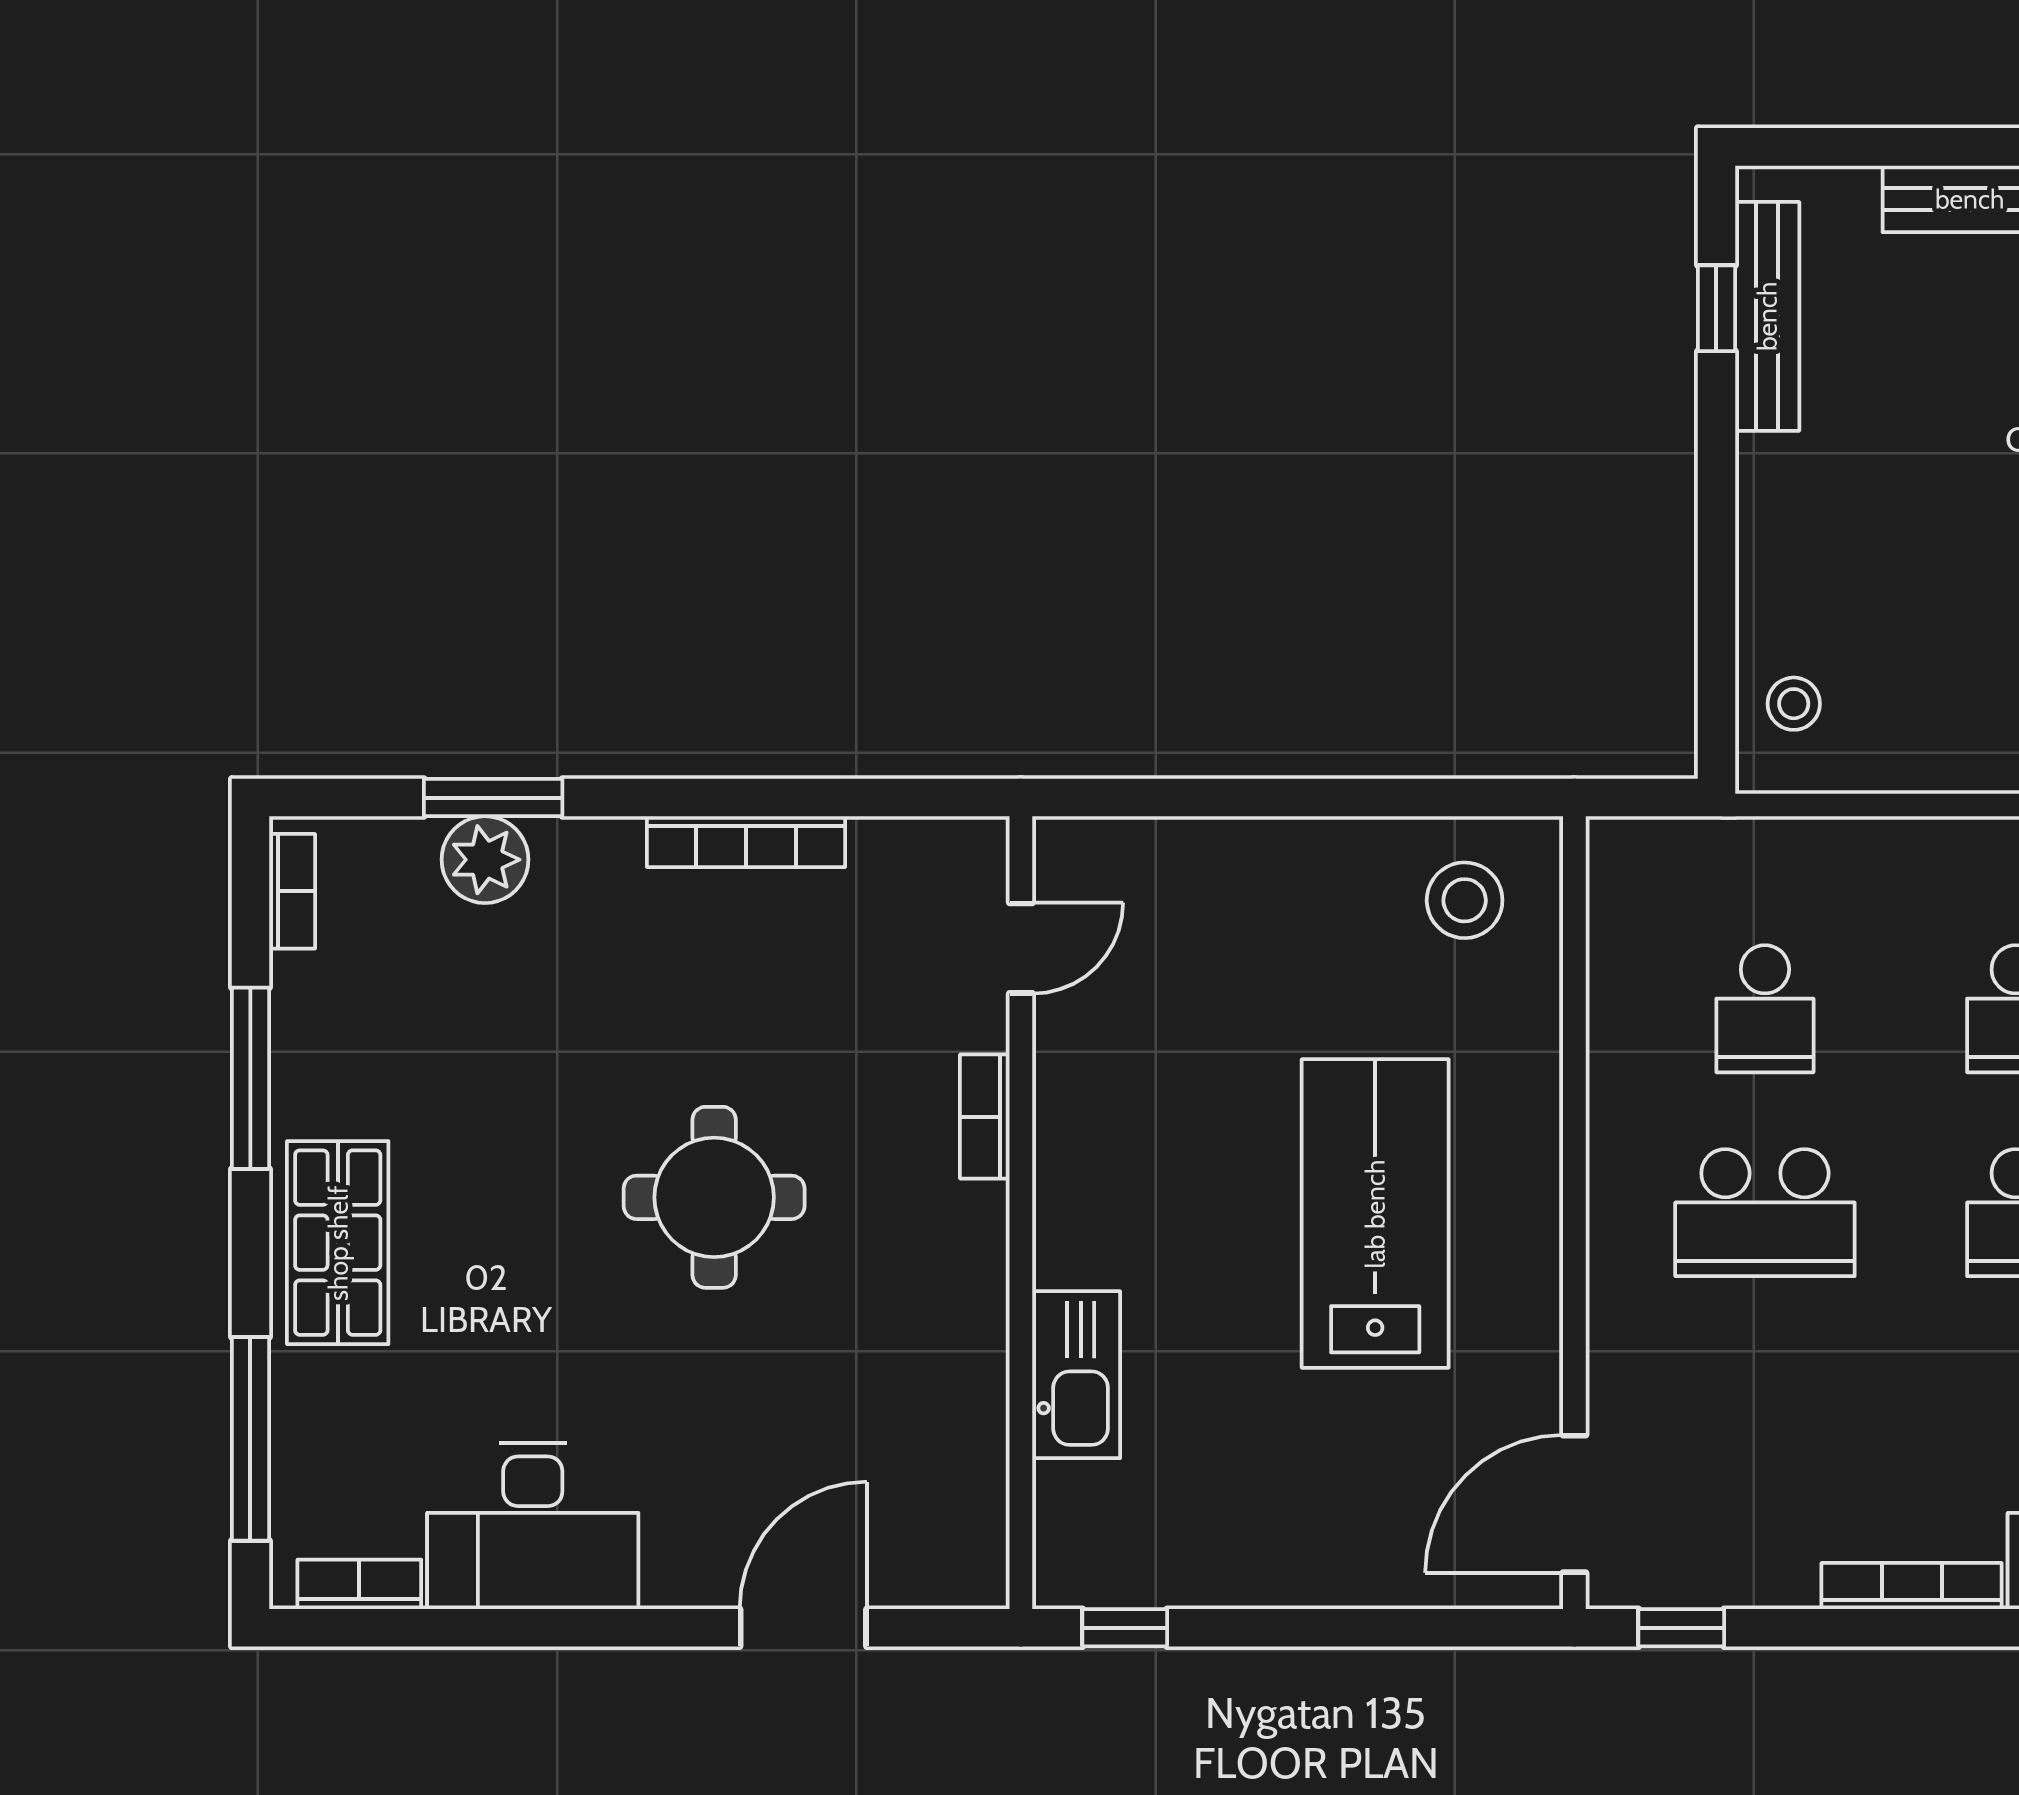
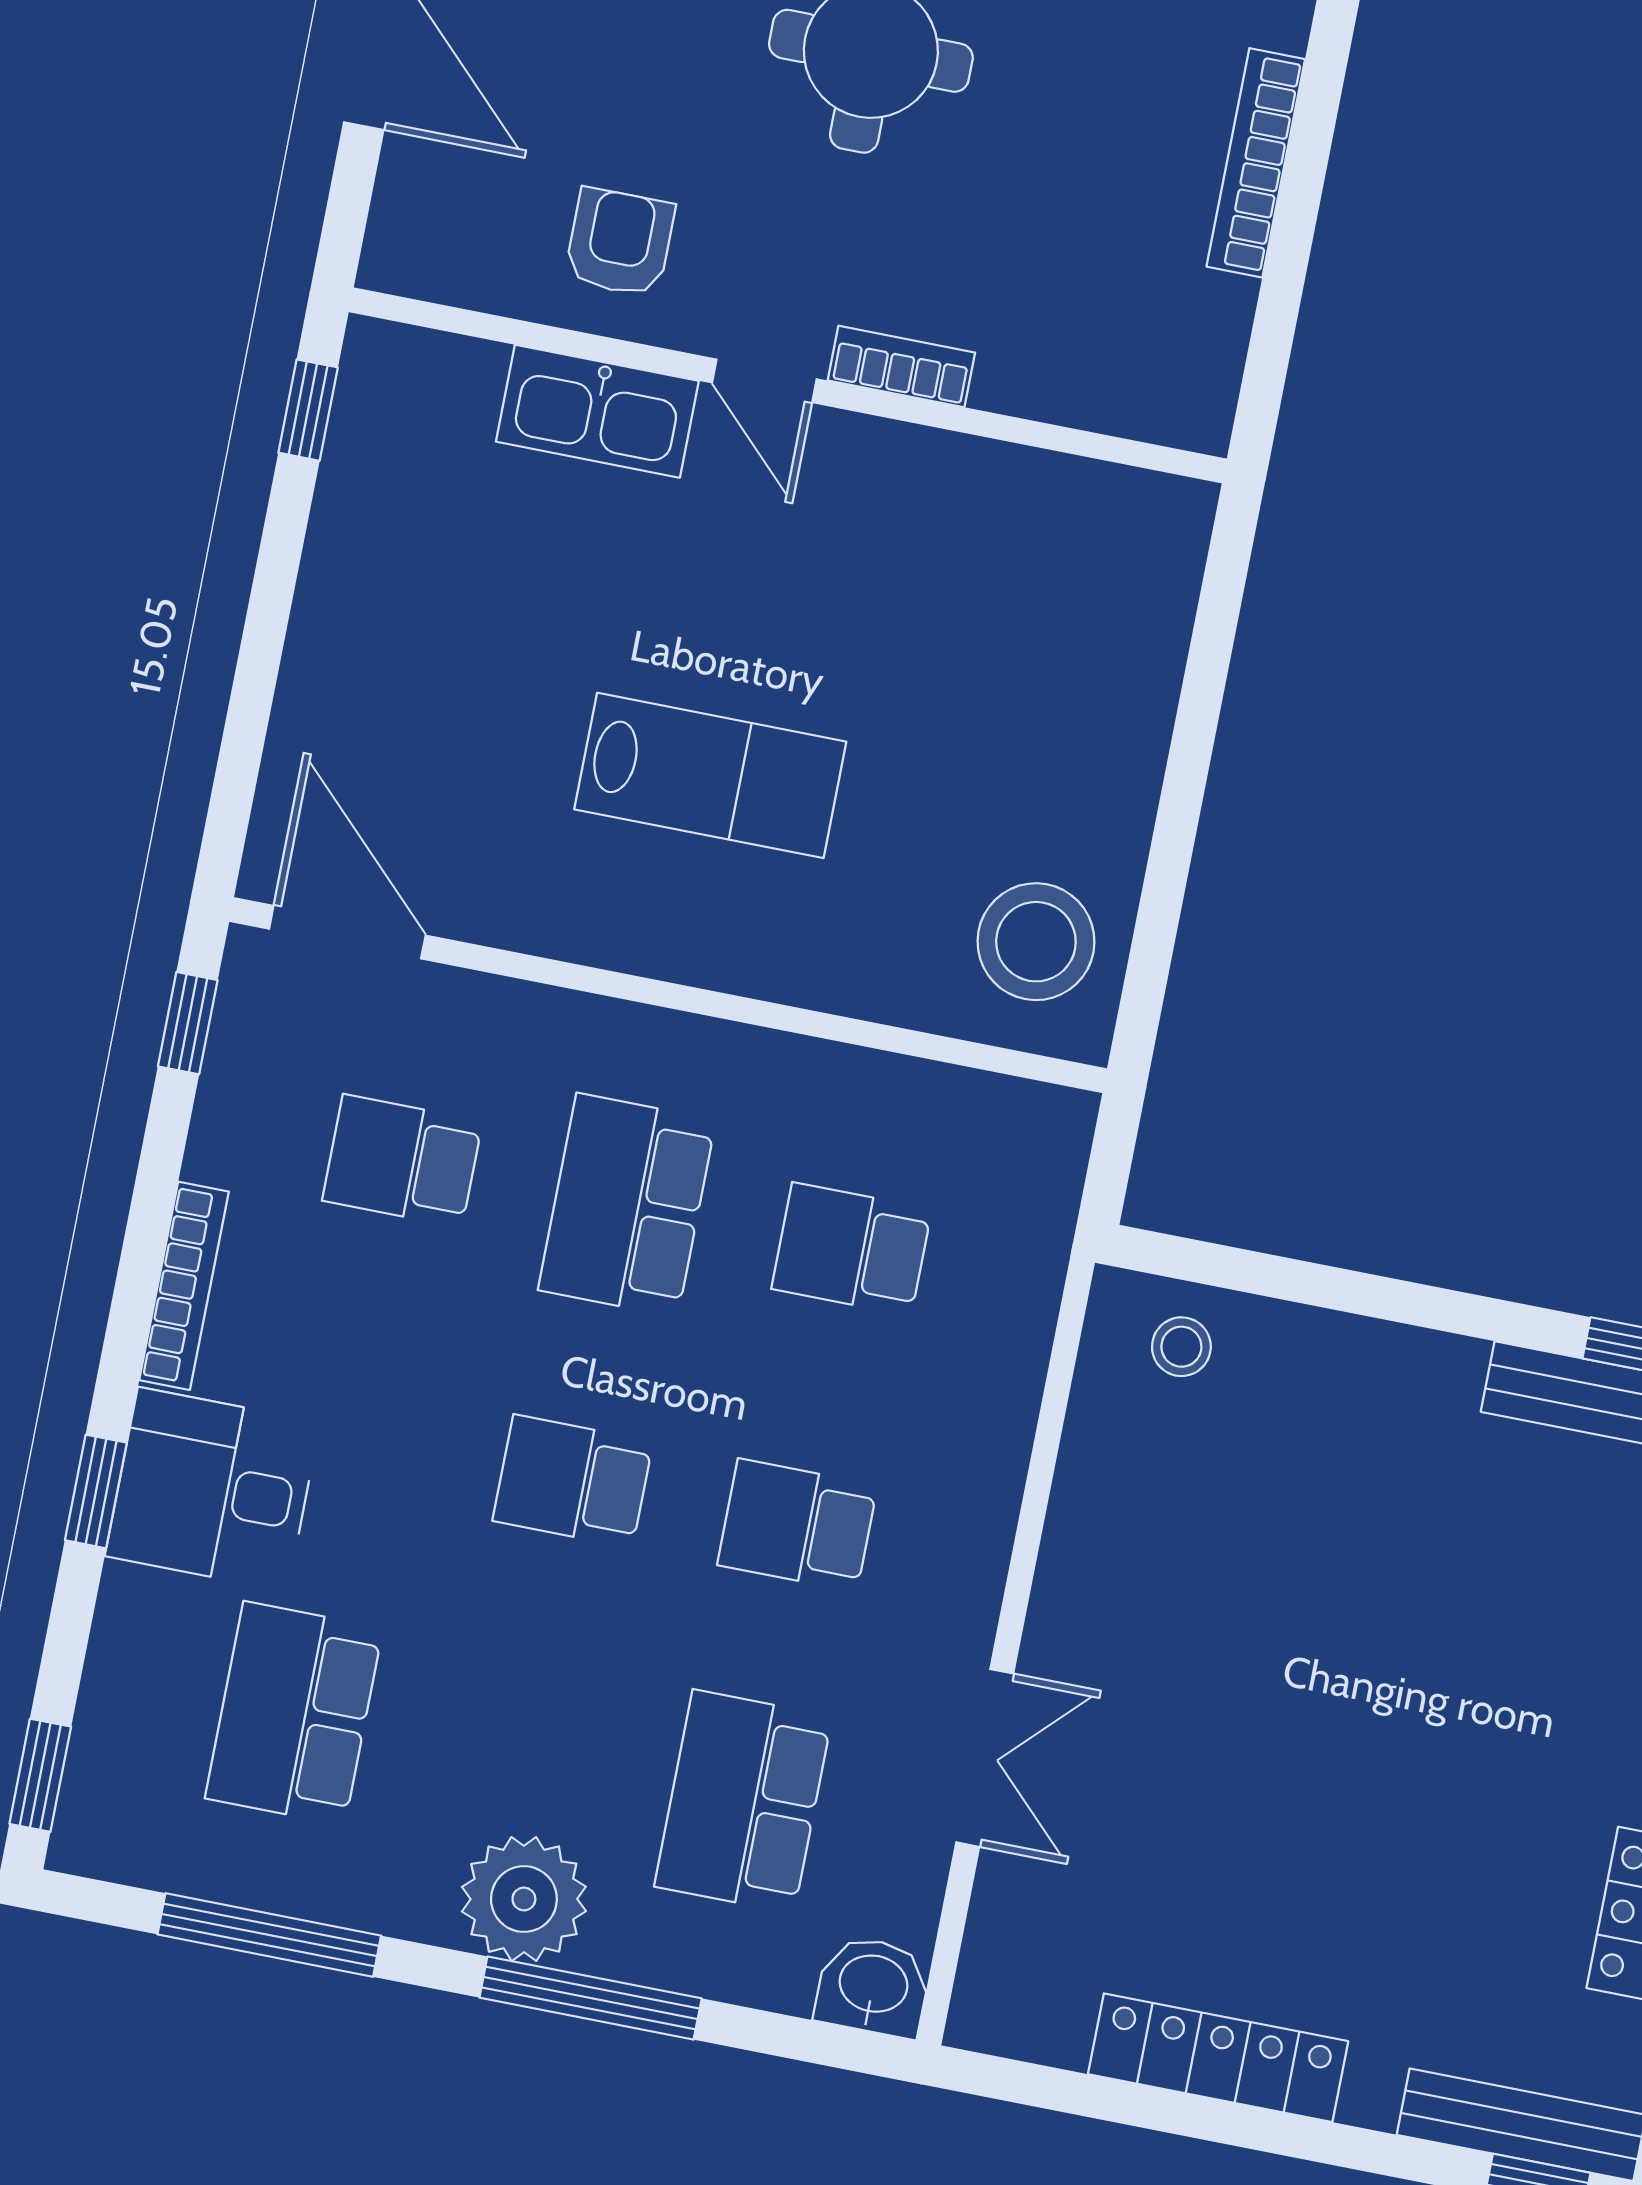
stool: (1465, 900) -> (1036, 942), width x1.38, depth x1.38
door: (1021, 948) -> (764, 381), moved
lab bench: (1375, 1214) -> (710, 775), width x0.73, depth x0.72
armchair: (925, 1384) -> (620, 242), added
school desk: (1765, 1417) -> (402, 1161), added

